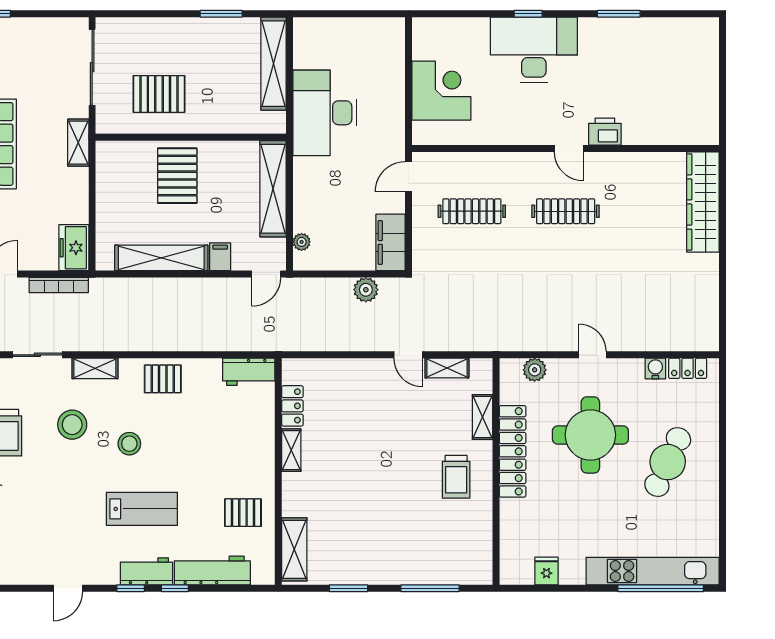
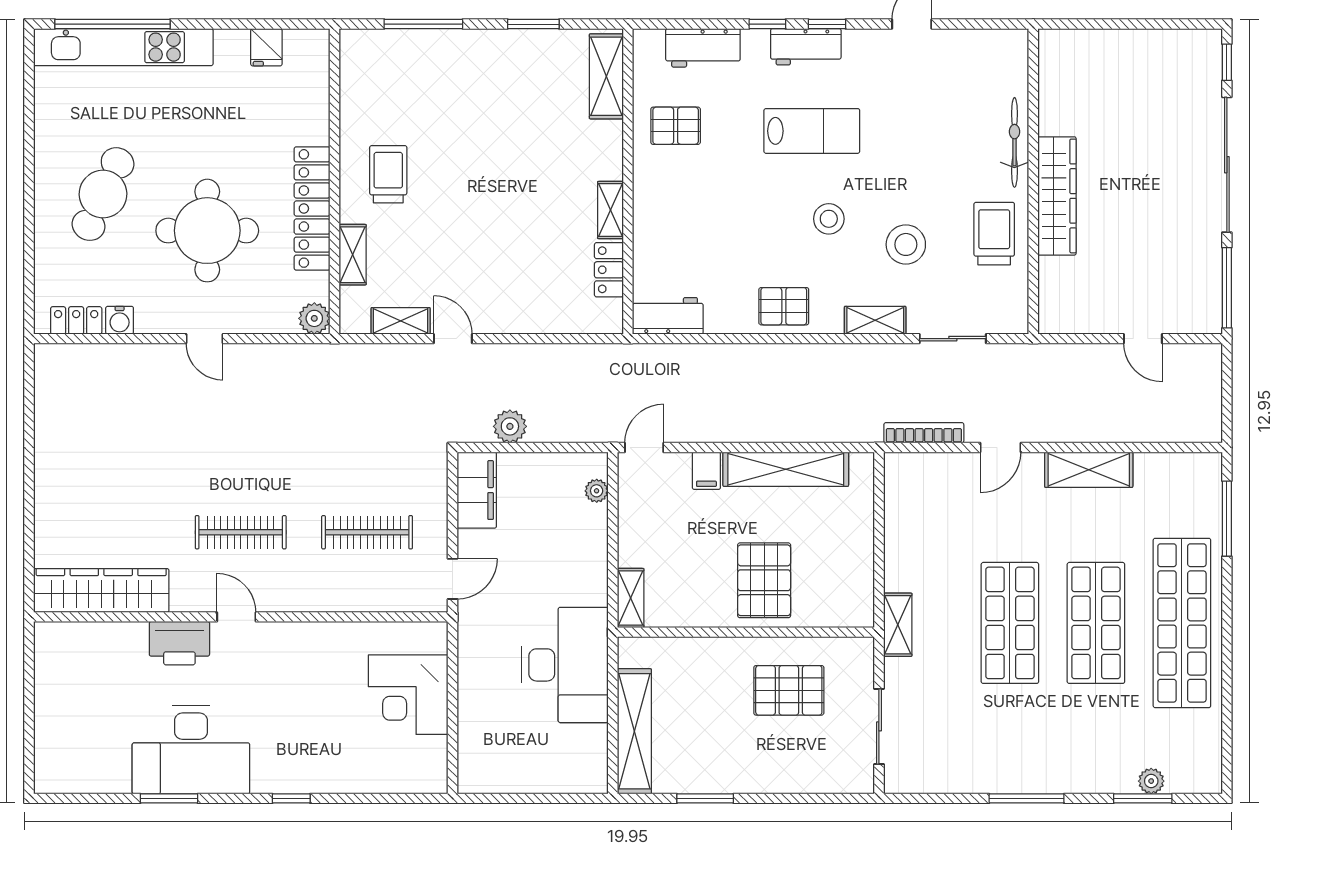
desk: (534, 50) -> (191, 750), moved
sliding door: (92, 67) -> (879, 726), width x0.73
printer: (605, 132) -> (179, 643), width x1.37, depth x1.19
shelving: (273, 189) -> (631, 598), width x0.45, depth x0.75
wardrobe: (703, 202) -> (101, 590), moved, turned -90
freezer: (74, 248) -> (904, 483), removed
plant: (535, 370) -> (314, 318), moved
lab bench: (142, 509) -> (812, 131), turned 180
workbench: (212, 571) -> (703, 48), width x0.73

